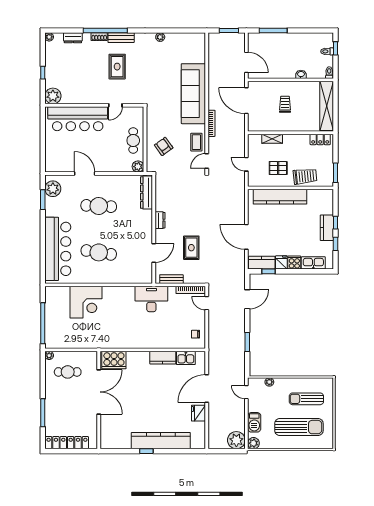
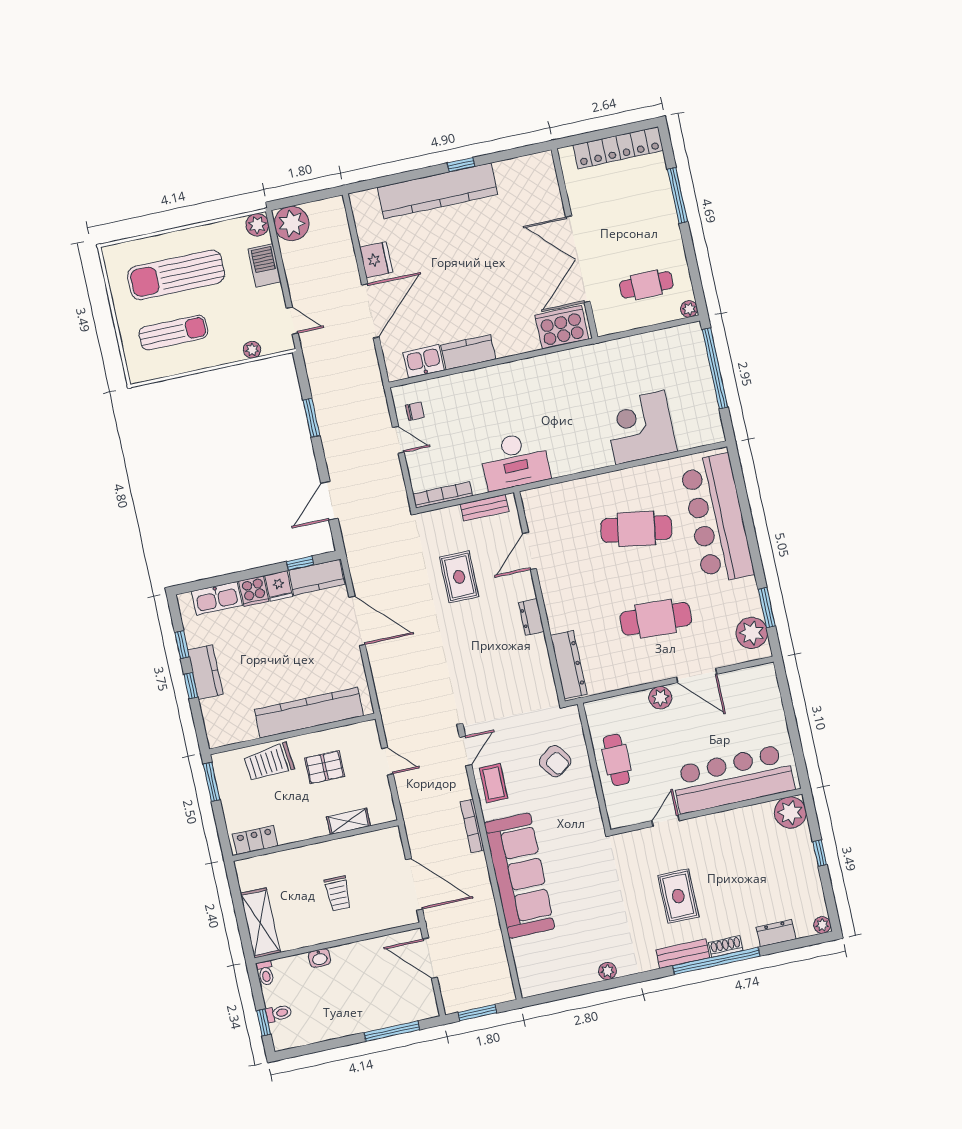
shelving: (327, 106) -> (260, 923), width x0.68
plant: (138, 167) -> (660, 698), moved
door: (207, 303) -> (398, 440), moved

